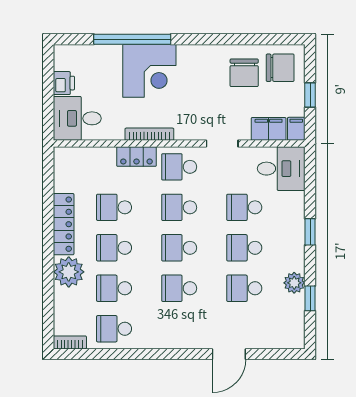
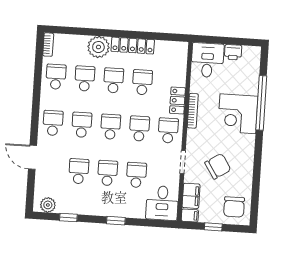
chair: (244, 73) -> (218, 166), moved, turned 147
plant: (294, 283) -> (48, 205), moved
school desk: (179, 329) -> (53, 123), added

